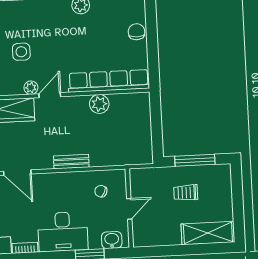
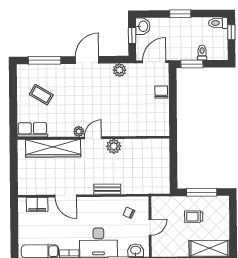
side table: (21, 52) -> (73, 104), removed
row of seats: (109, 81) -> (138, 129), removed
plant: (99, 104) -> (114, 146), moved

